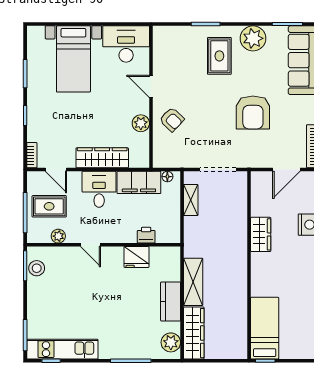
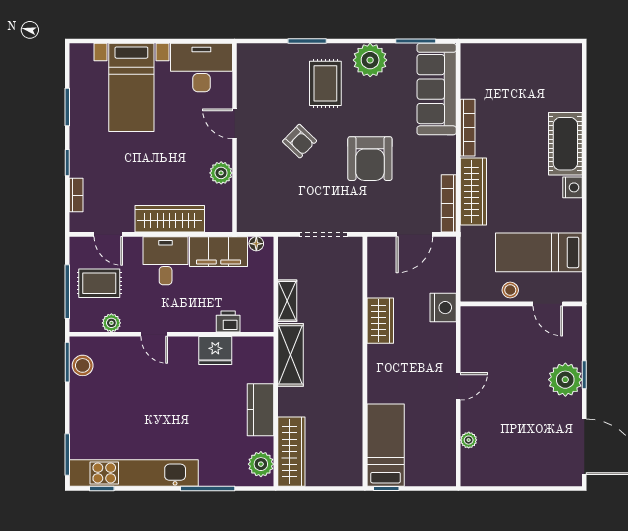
armchair: (172, 119) -> (300, 141), moved
bookcase: (32, 155) -> (76, 195), moved
shelving: (191, 200) -> (287, 301), moved
shelving: (193, 282) -> (291, 355), moved
kitchen unit: (62, 349) -> (134, 473), width x1.36

